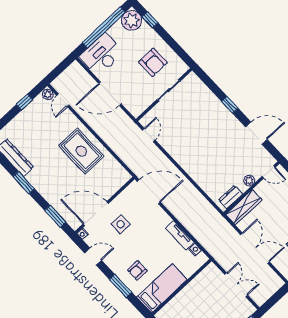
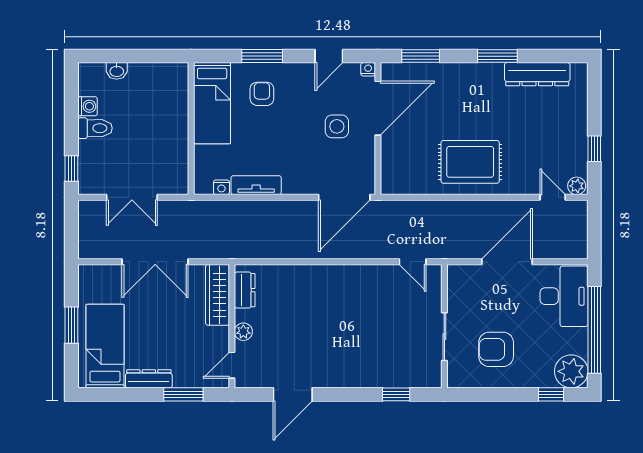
window: (230, 105) -> (396, 394), moved

